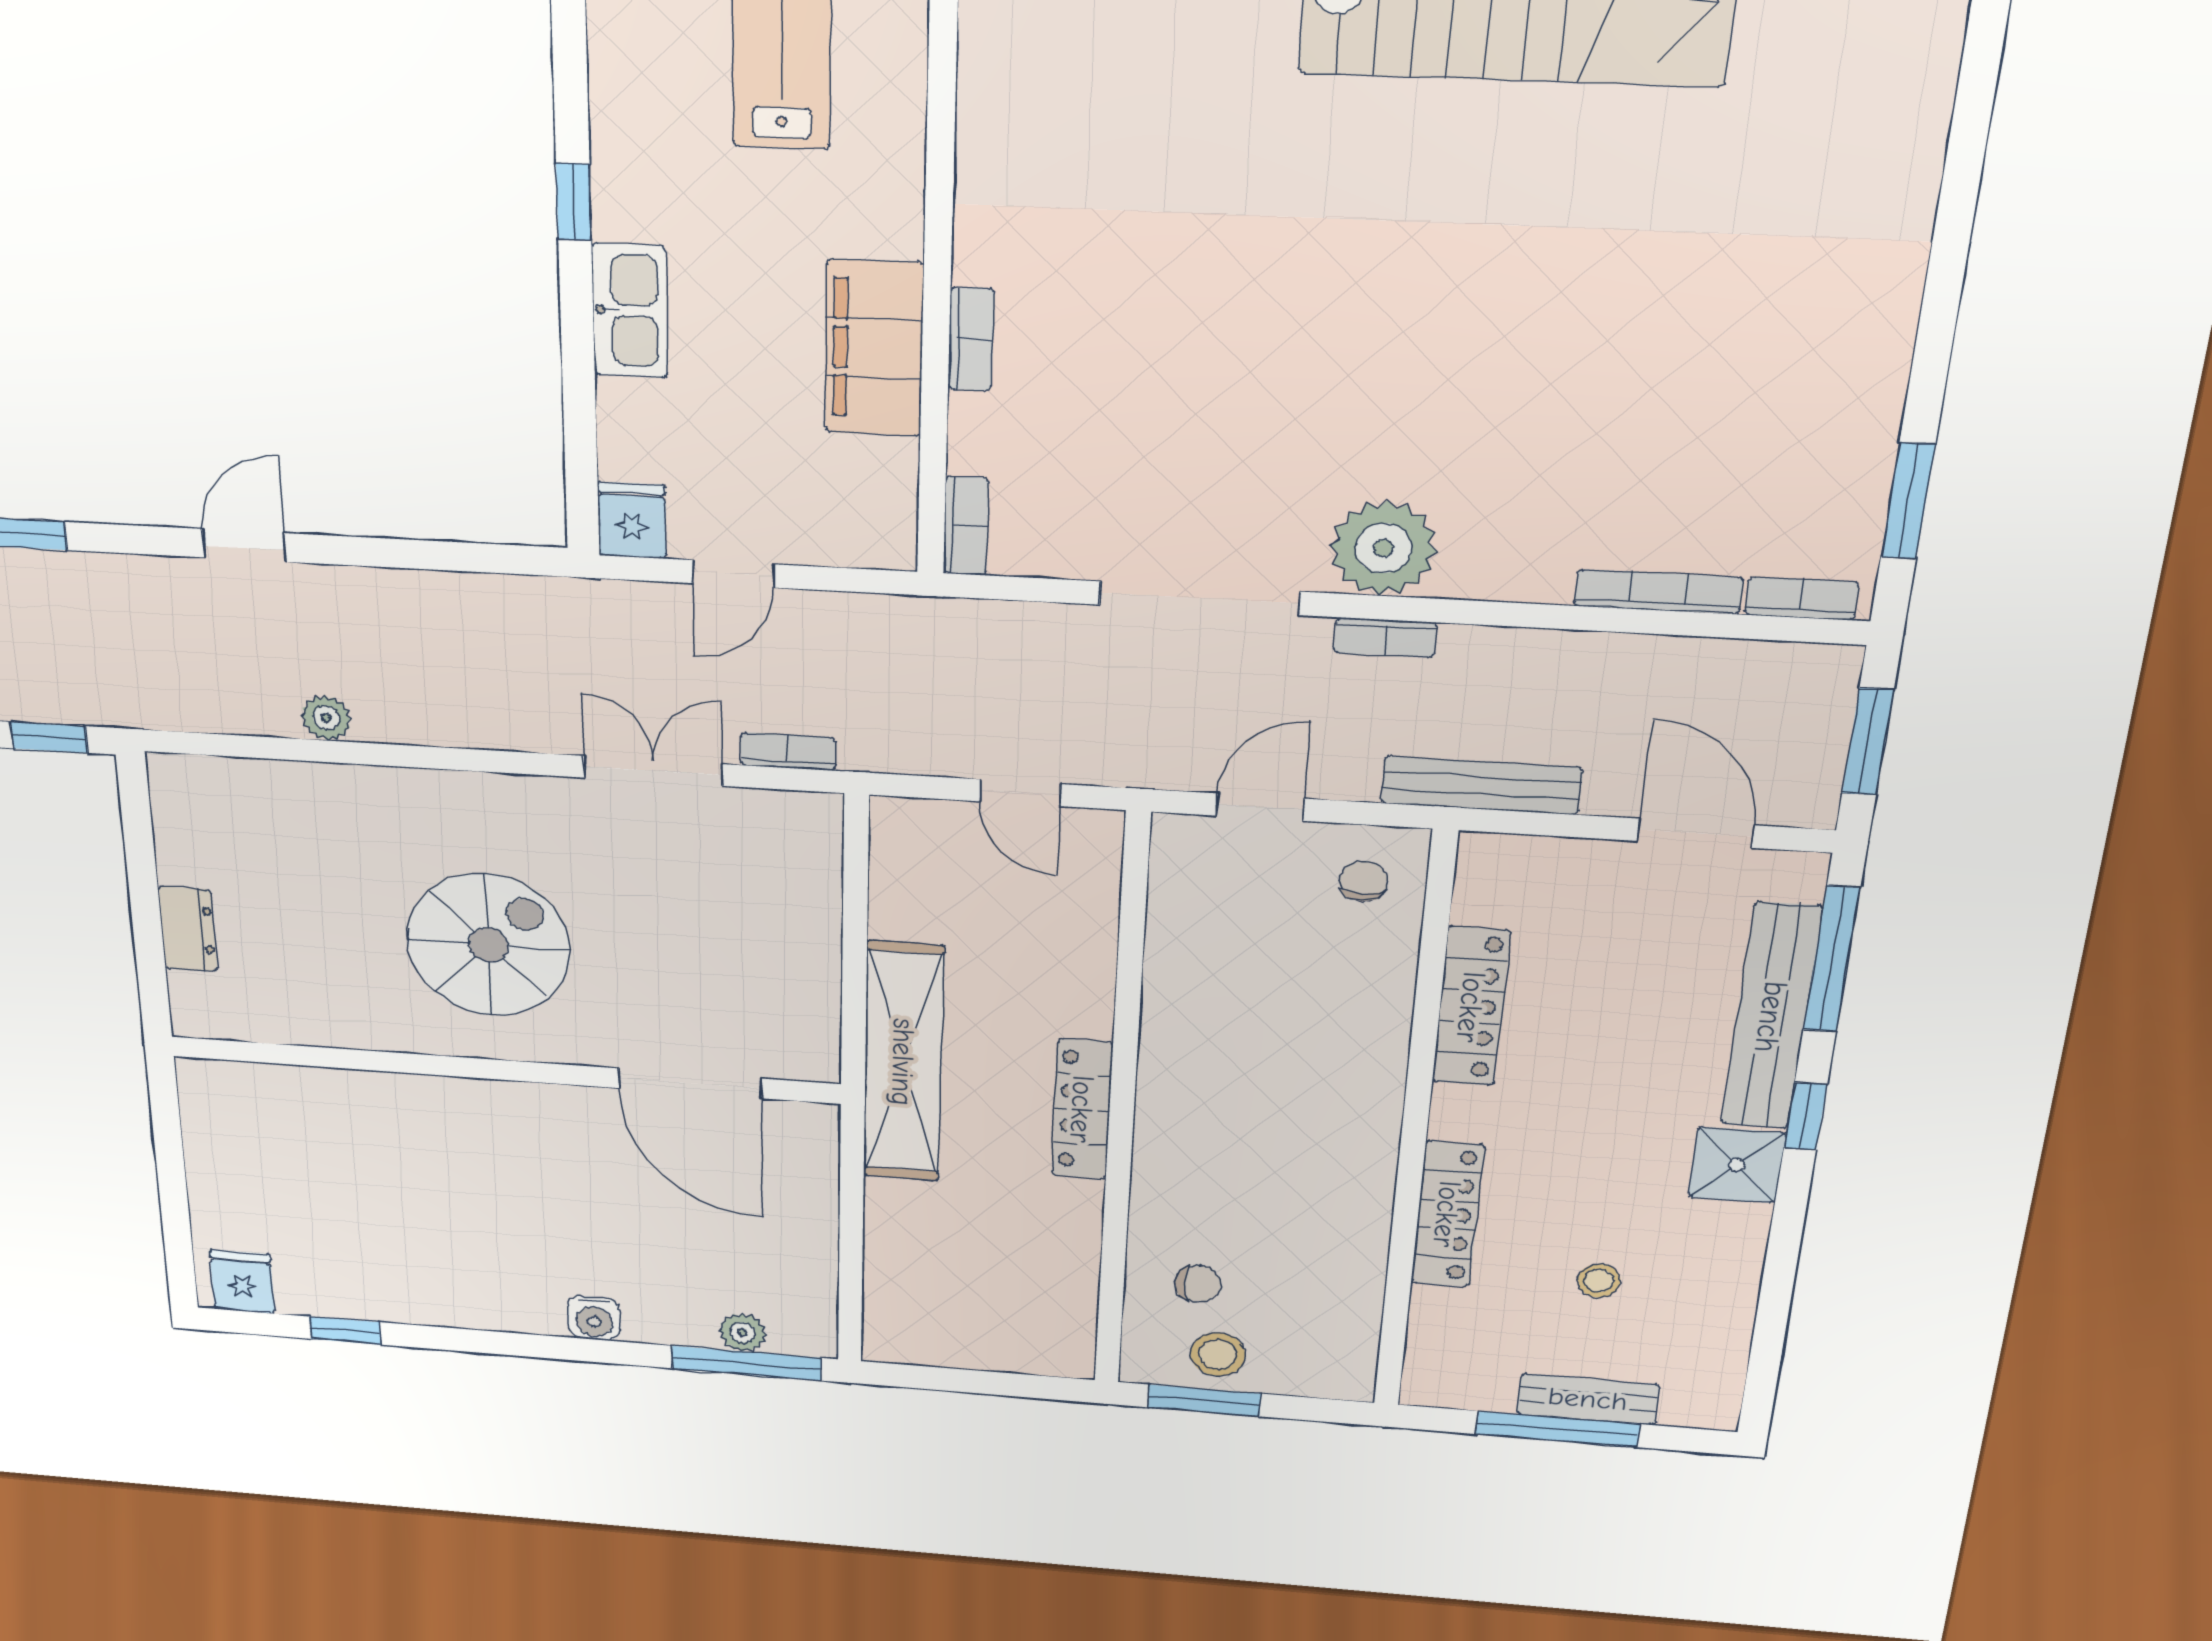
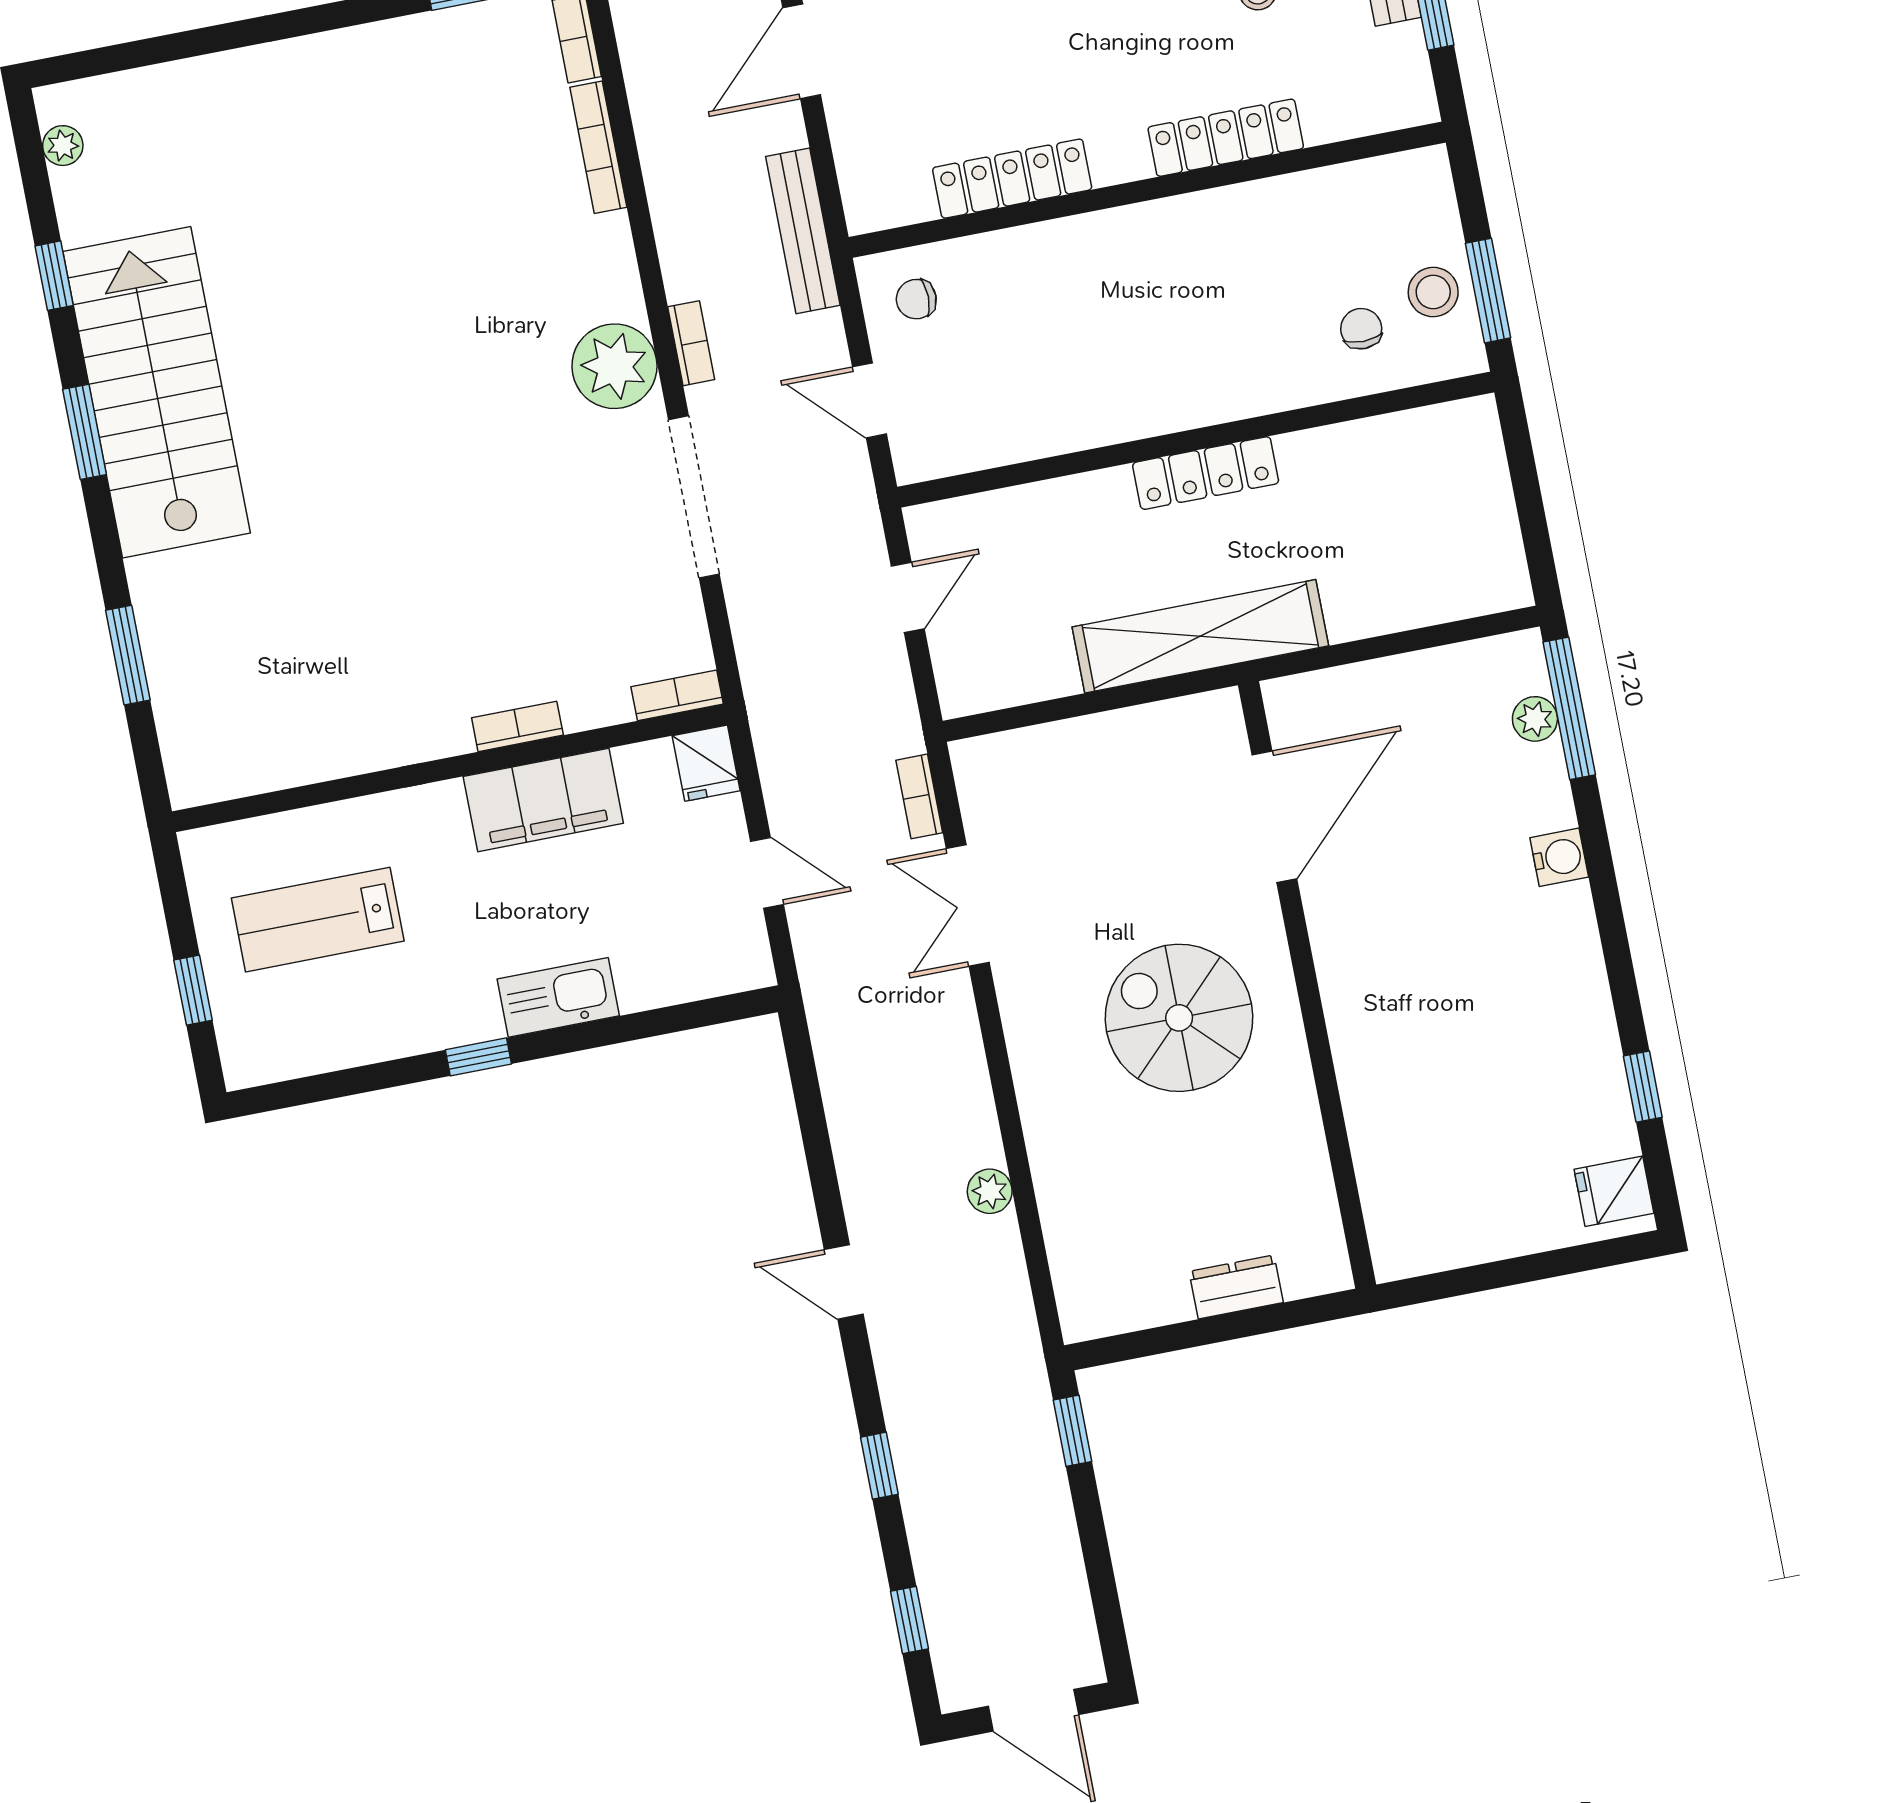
fridge: (632, 520) -> (706, 763), moved, turned -90

